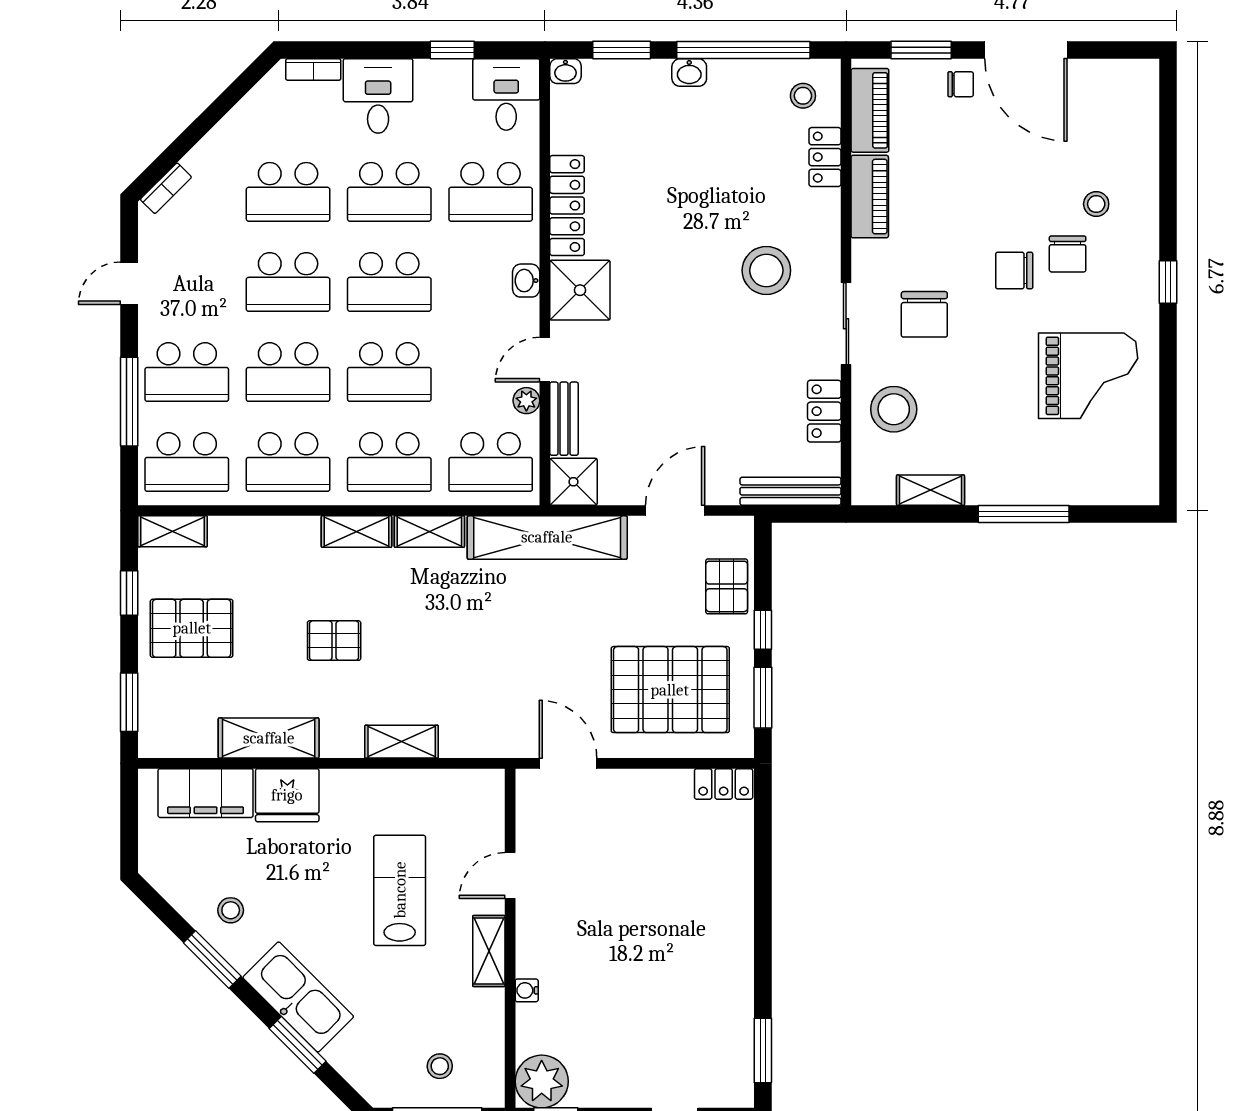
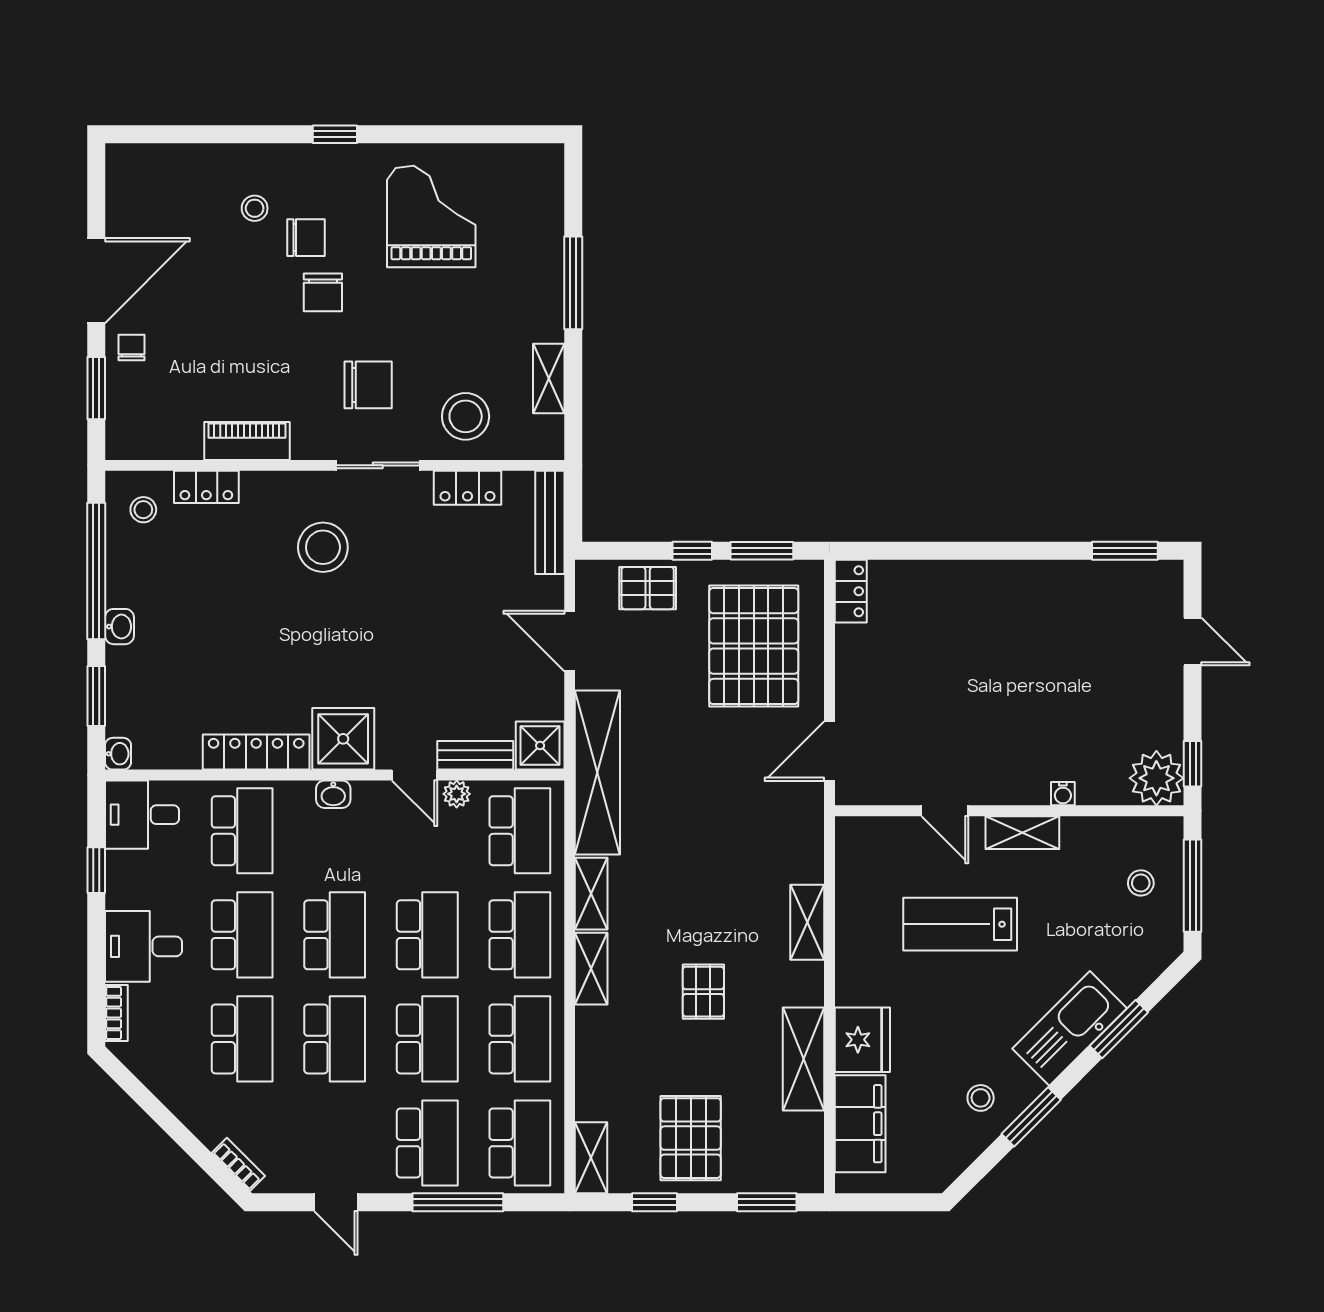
piano: (870, 110) -> (158, 441), removed

